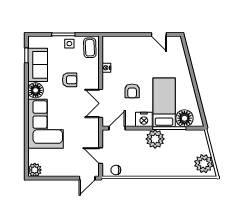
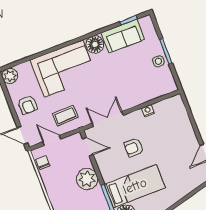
coffee table: (90, 48) -> (65, 116), moved
armchair: (70, 80) -> (28, 105), moved
nightstand: (144, 119) -> (108, 172), removed
plant: (155, 139) -> (87, 179), moved
door: (101, 156) -> (52, 140), hinge flipped

